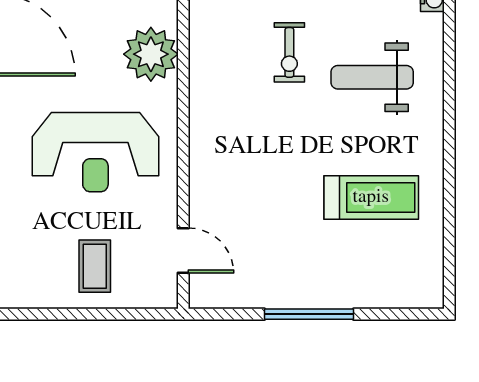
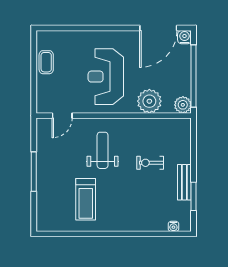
weight bench: (372, 77) -> (103, 150), moved
coffee table: (95, 266) -> (46, 62), moved, turned 90

